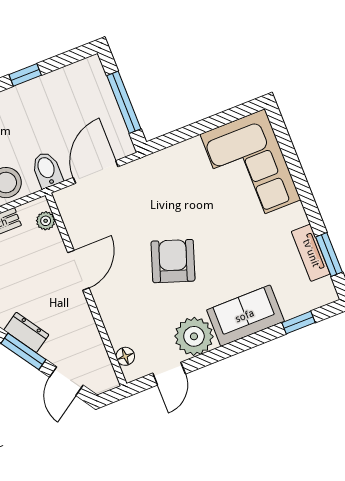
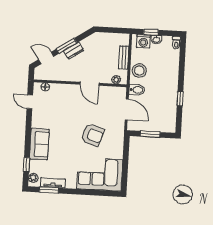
window: (124, 102) -> (150, 134), width x0.69
armchair: (173, 261) -> (93, 135), moved
plant: (194, 336) -> (33, 178), moved, width x0.53, depth x0.53

